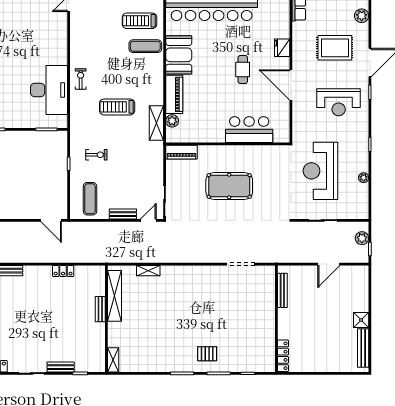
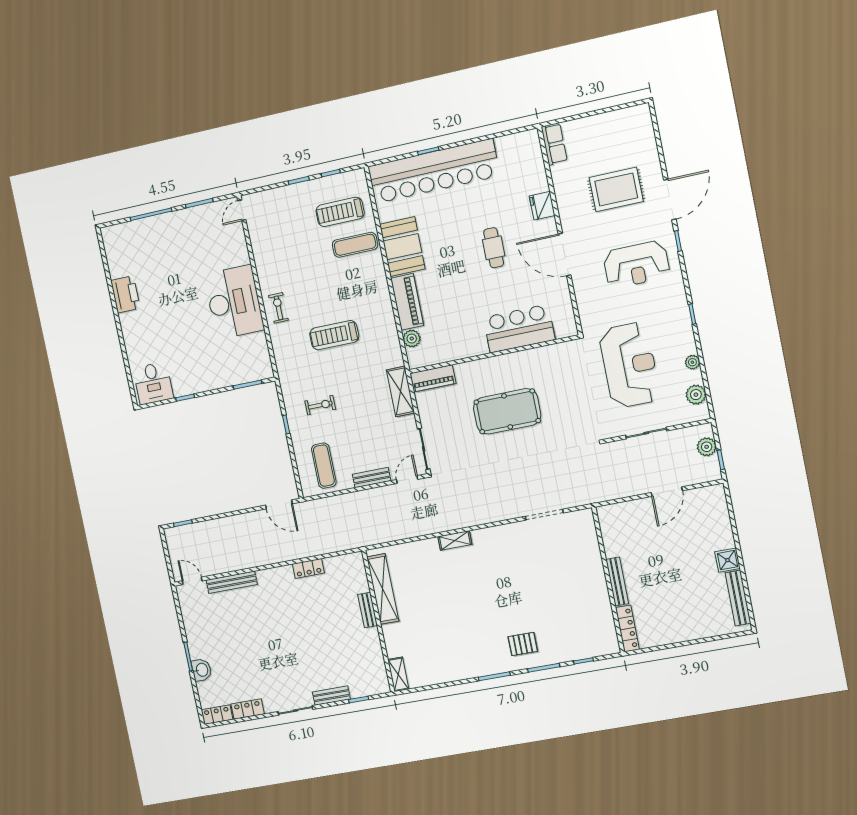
plant: (362, 16) -> (696, 395), moved
desk: (49, 90) -> (234, 302), moved
shelving: (156, 123) -> (400, 391), moved
reception desk: (320, 171) -> (629, 365), turned 180
shelving: (148, 271) -> (455, 540), moved
bench: (282, 290) -> (617, 581), moved

